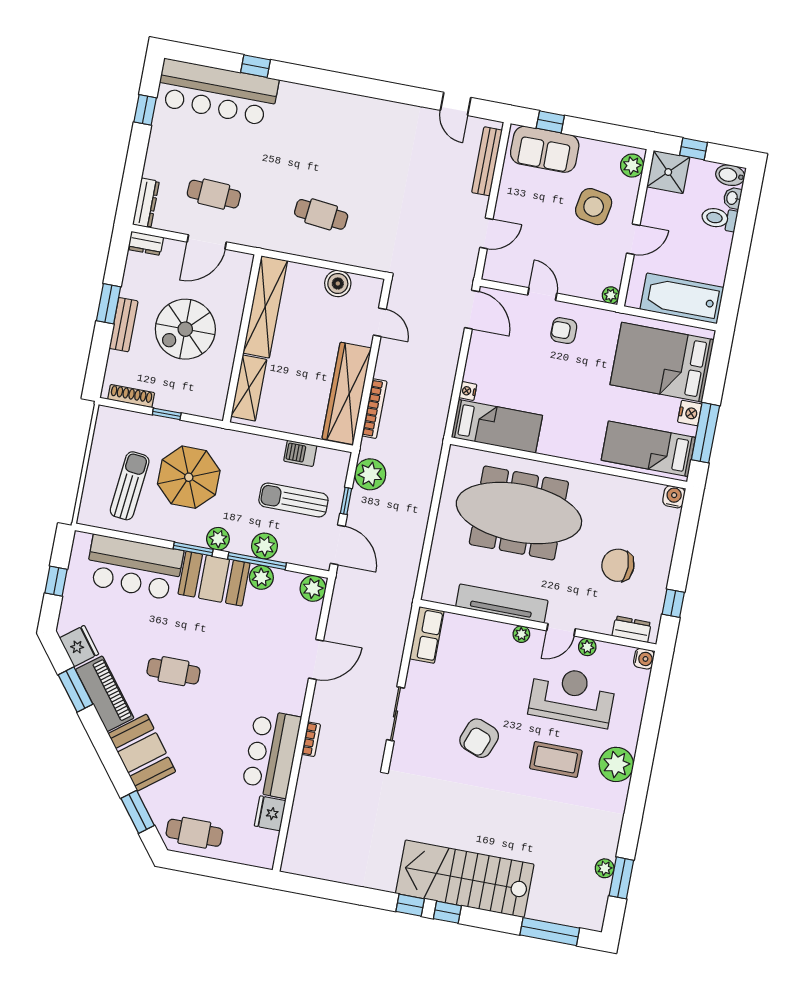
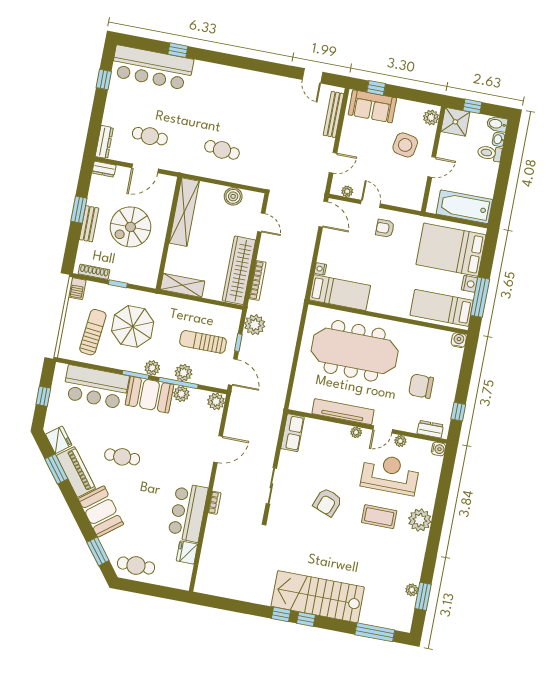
plant: (611, 295) -> (347, 191), moved
shelving: (249, 388) -> (182, 285), moved, turned 90
barbecue: (300, 453) -> (77, 289), moved, turned -90

